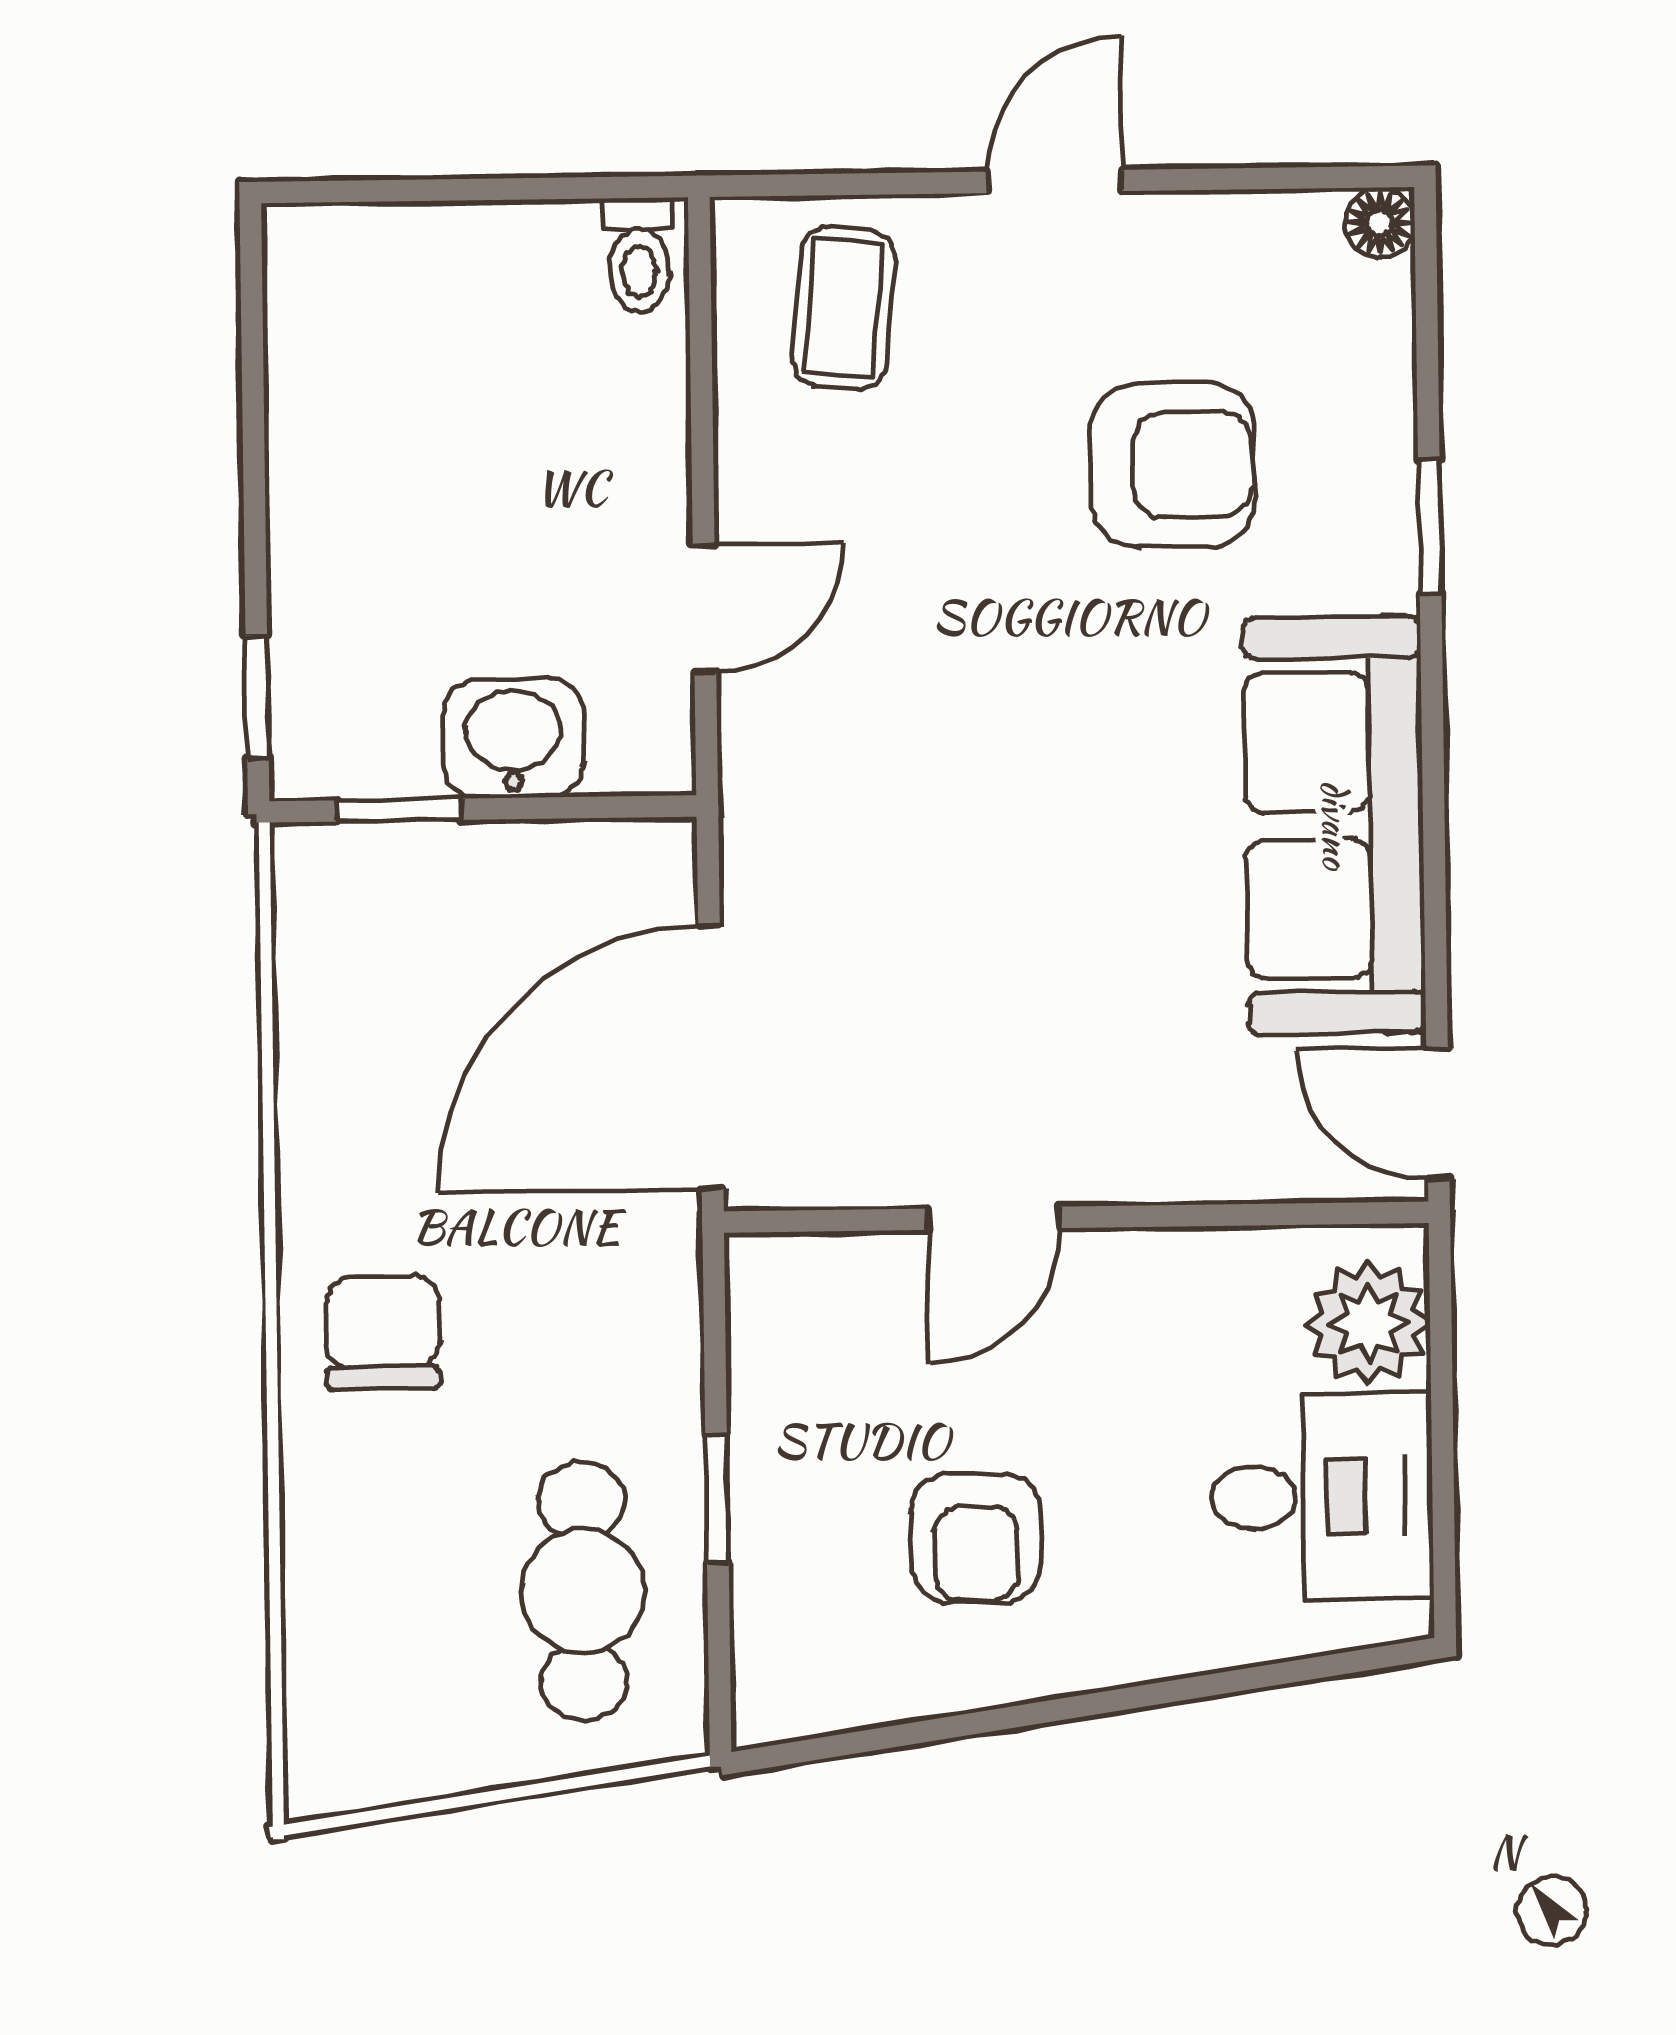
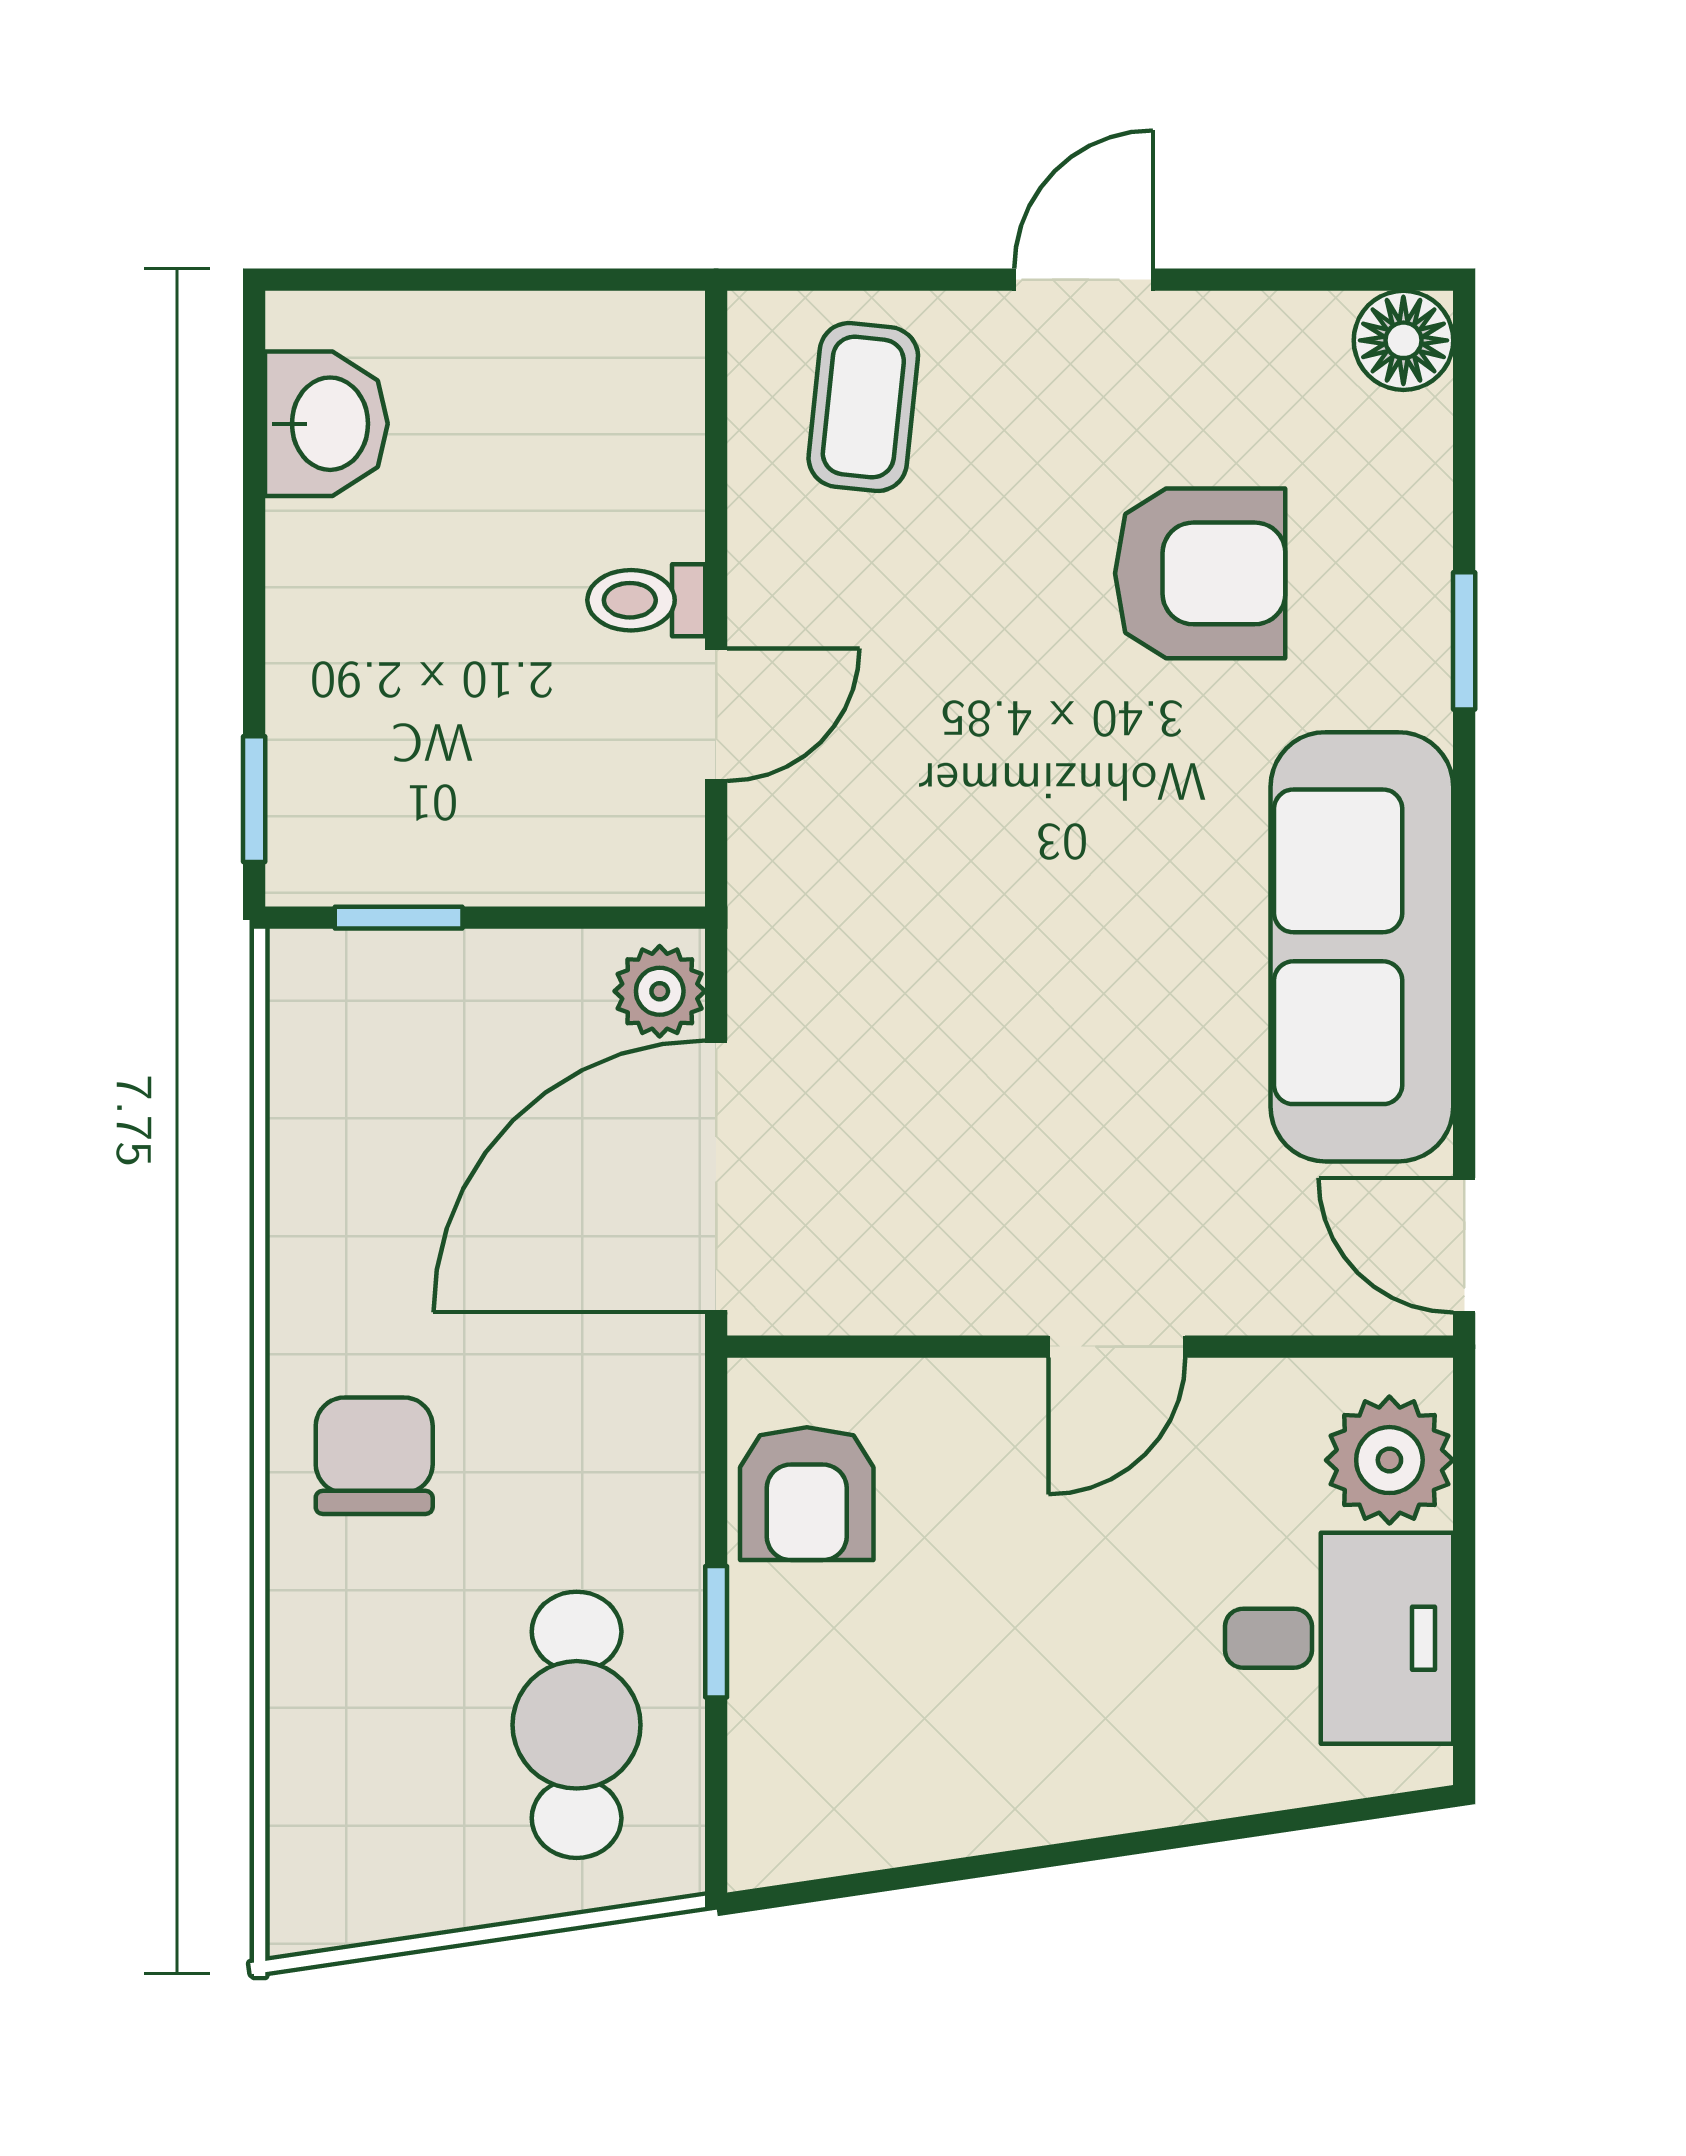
floor lamp: (1380, 223) -> (1403, 340), width x1.37, depth x1.37
toilet: (639, 255) -> (646, 600), moved, turned 90
washbasin: (513, 738) -> (326, 424), moved, turned 90
plant: (653, 878) -> (660, 991), added
door: (994, 1218) -> (1117, 1347), moved
armchair: (976, 1538) -> (807, 1494), moved

